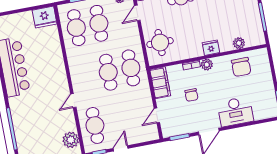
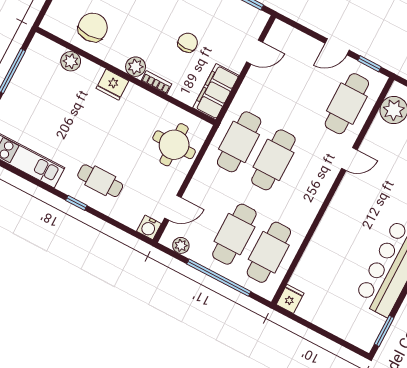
fridge: (45, 17) -> (290, 299), width x0.53, depth x0.75

